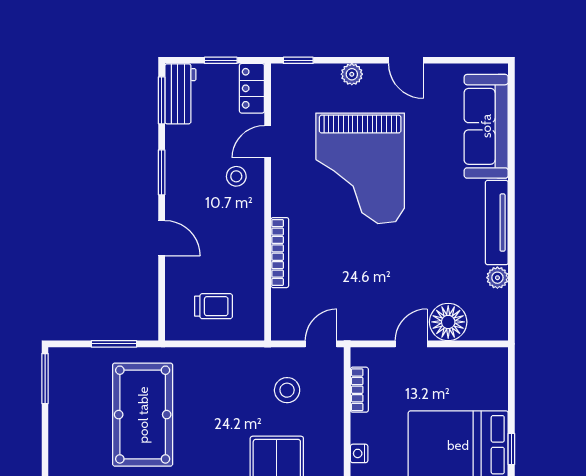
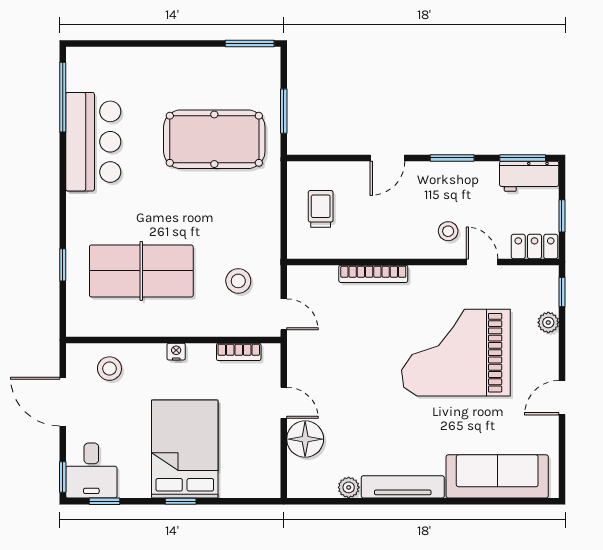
plant: (352, 74) -> (548, 322), moved
trolley: (214, 306) -> (321, 209), turned 180

